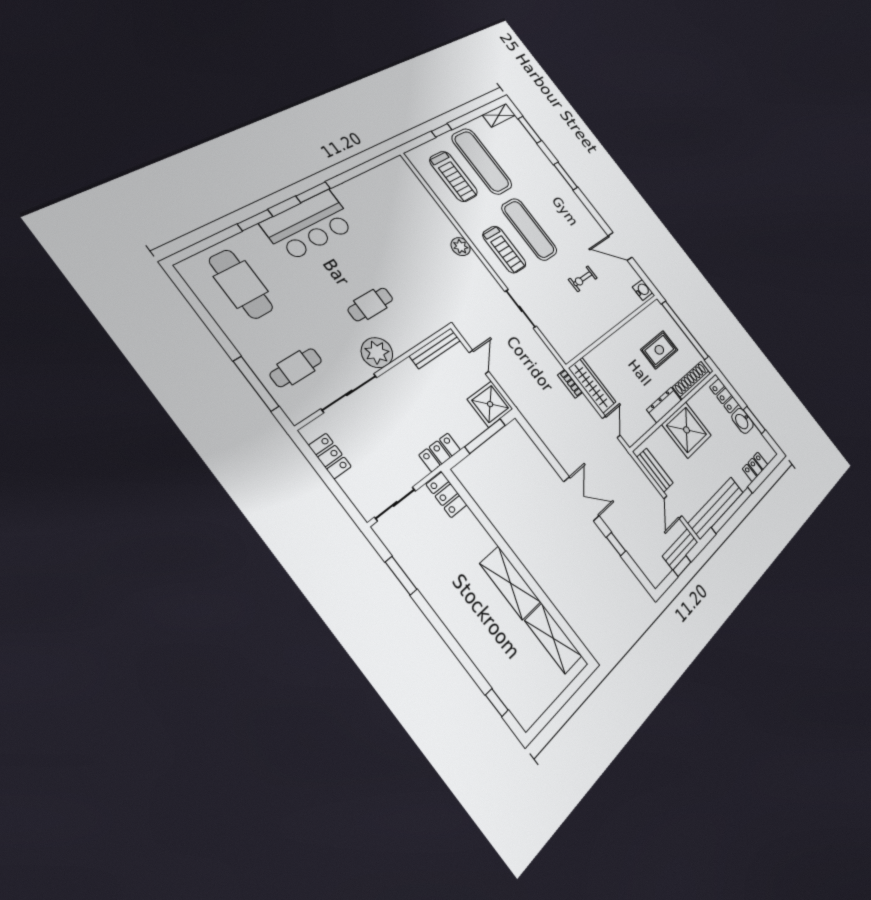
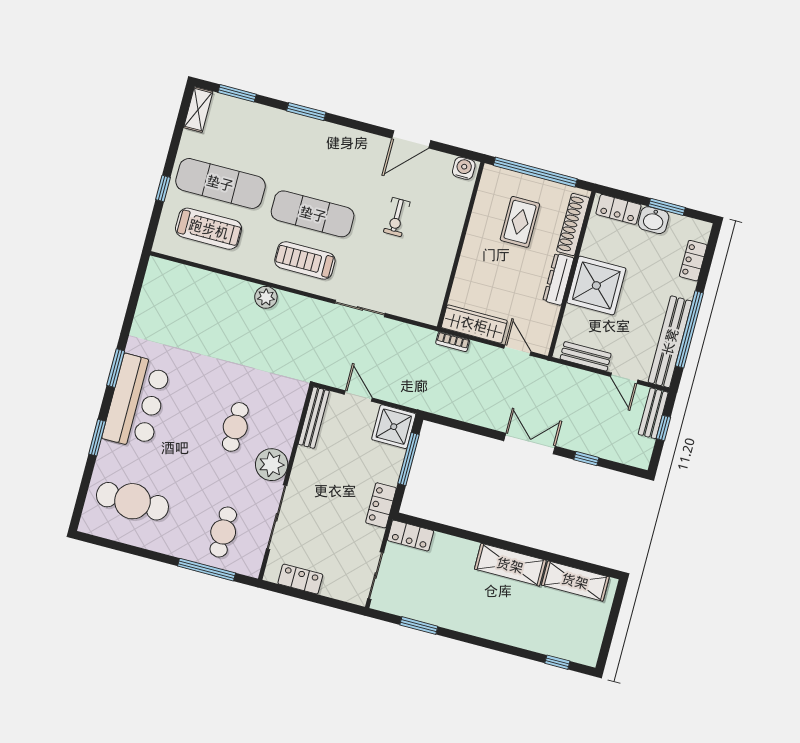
treadmill: (504, 249) -> (305, 260), turned 180

